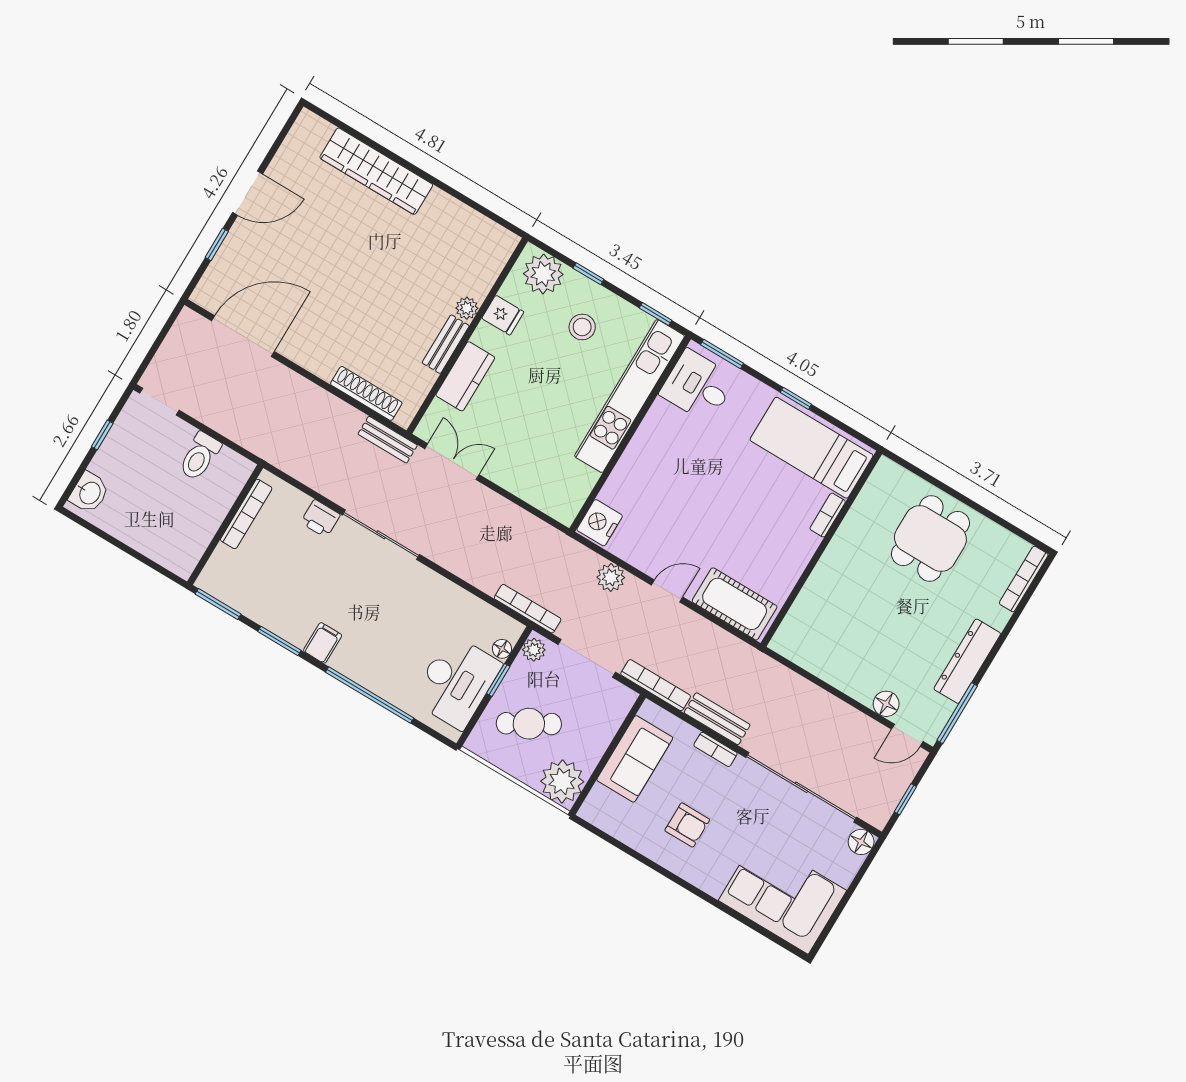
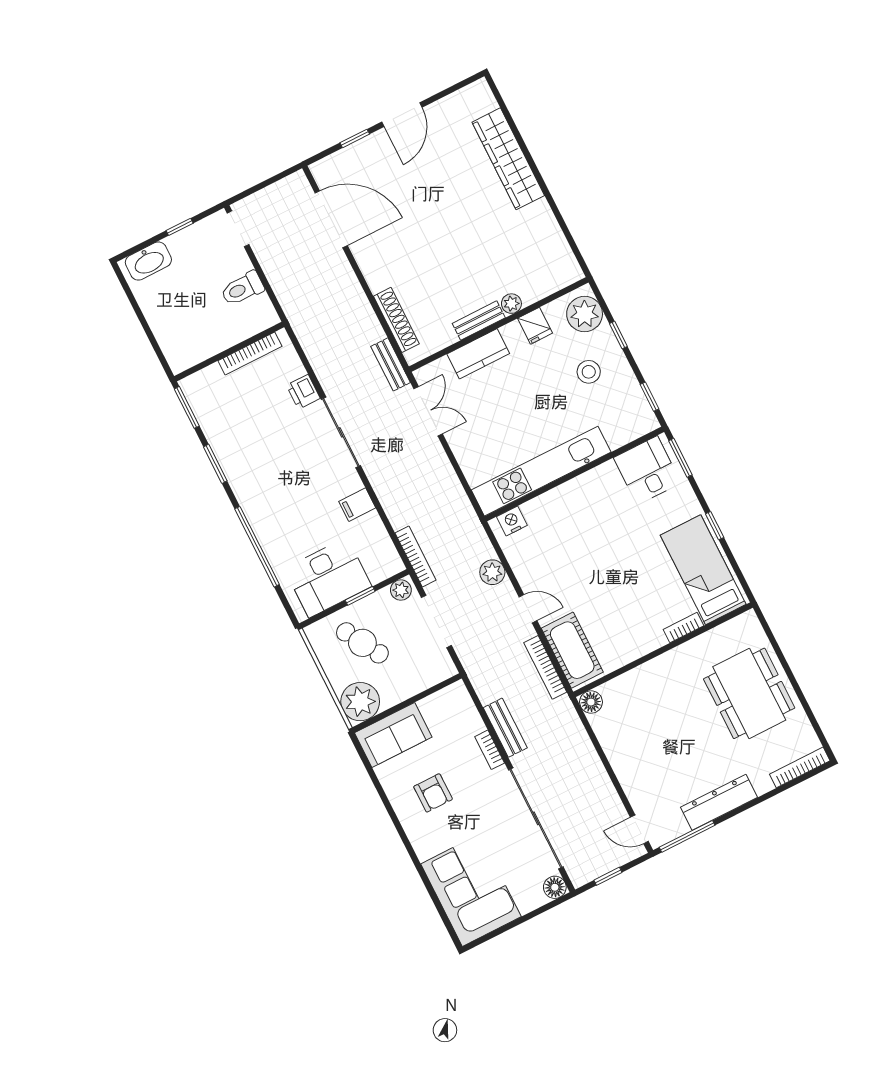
door: (248, 193) -> (402, 115), hinge flipped
kitchen unit: (630, 396) -> (541, 471), moved
washbasin: (89, 493) -> (148, 261), width x1.38
nightstand: (600, 523) -> (512, 521), width x0.74, depth x0.75
dining table: (930, 539) -> (749, 693), width x1.37
filing cabinet: (323, 643) -> (357, 505), moved, turned 180
floor lamp: (502, 649) -> (378, 574), removed
bookcase: (656, 685) -> (545, 667), moved, turned 180
floor lamp: (886, 704) -> (591, 702), moved
sofa: (635, 759) -> (393, 735), moved

